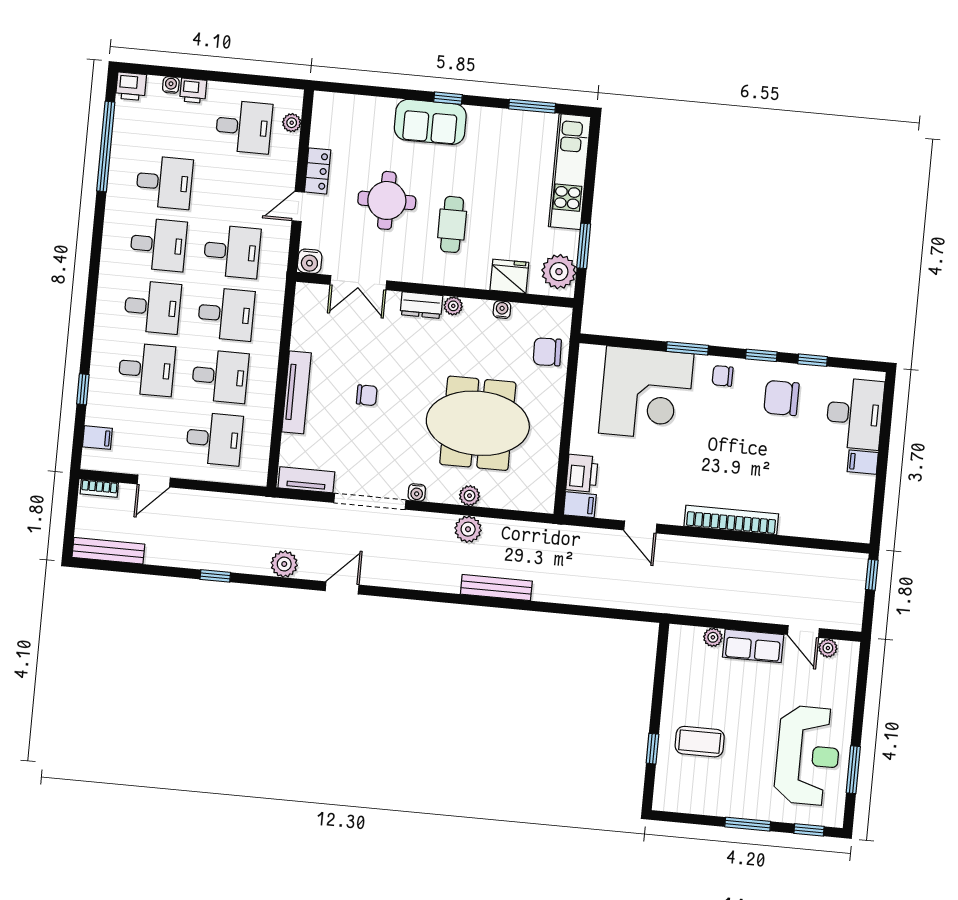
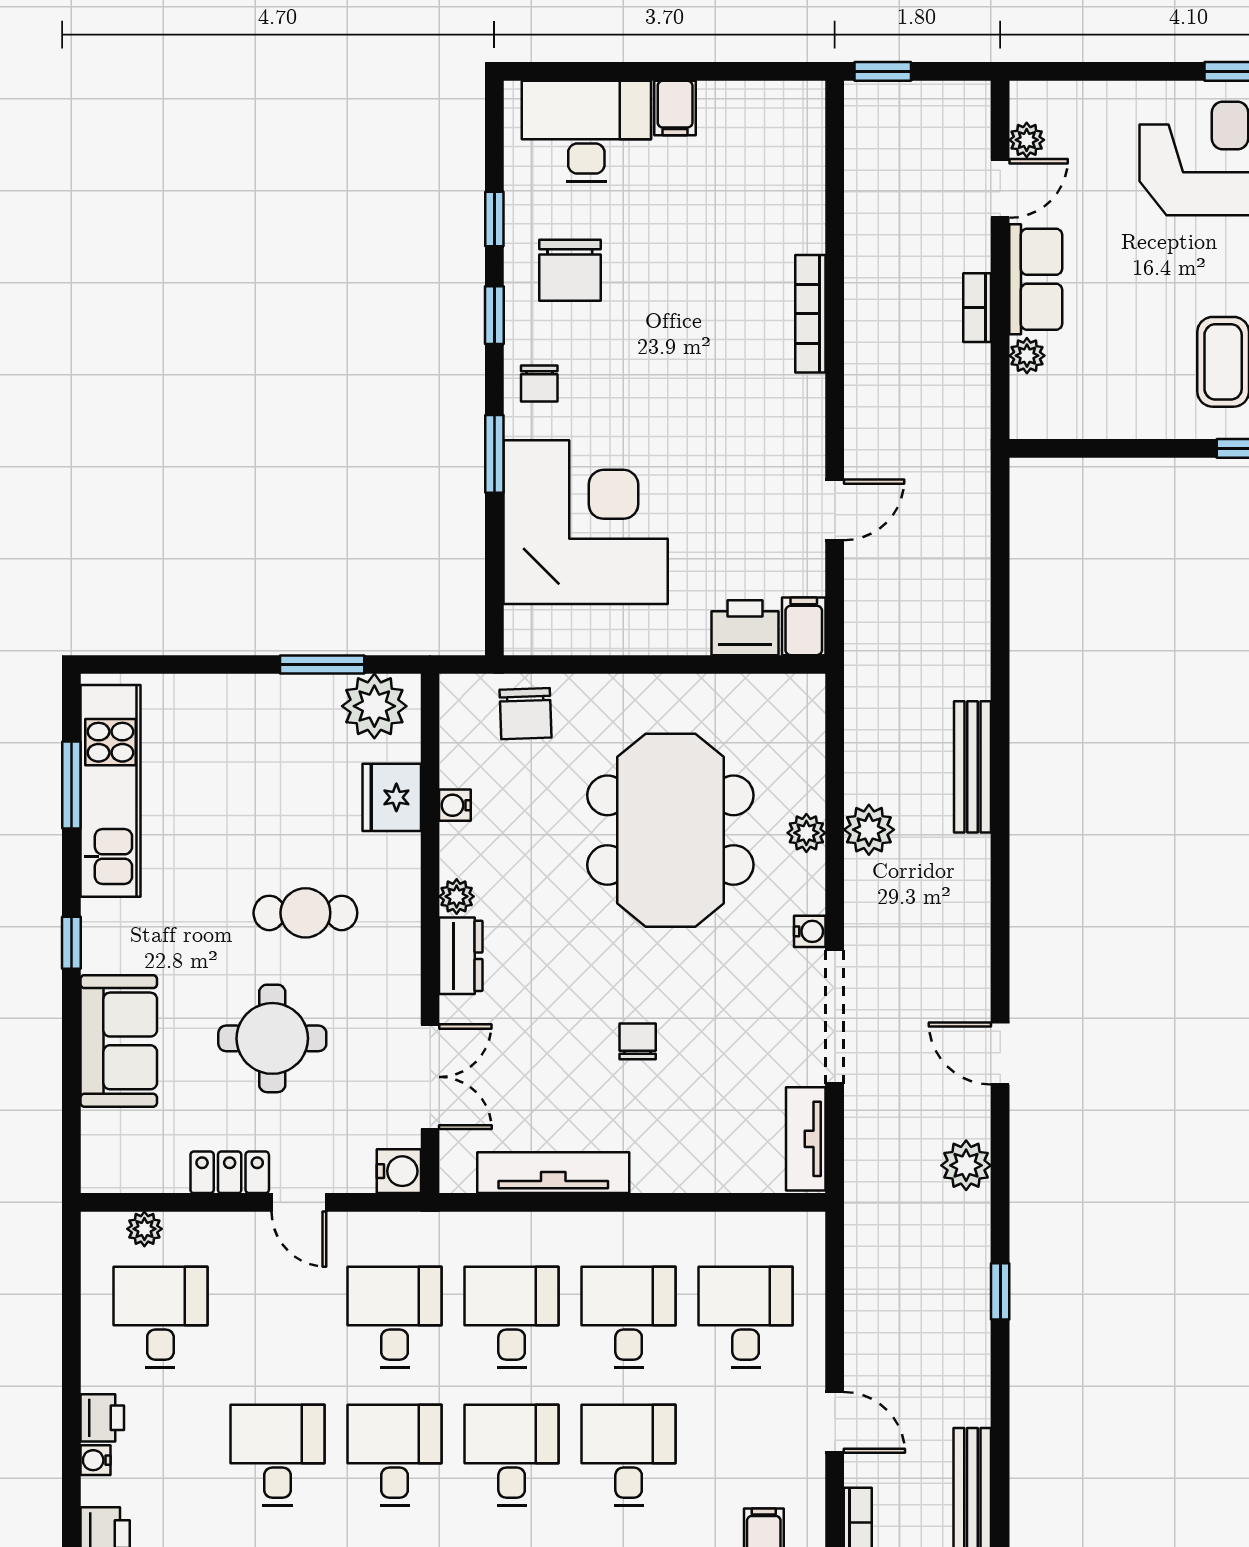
sofa: (430, 122) -> (119, 1041), moved
kitchen unit: (570, 172) -> (110, 791), moved, turned -90
tv unit: (296, 392) -> (553, 1173), moved
bookcase: (731, 520) -> (810, 314), width x0.68, depth x0.76
bookcase: (741, 613) -> (977, 308), added

